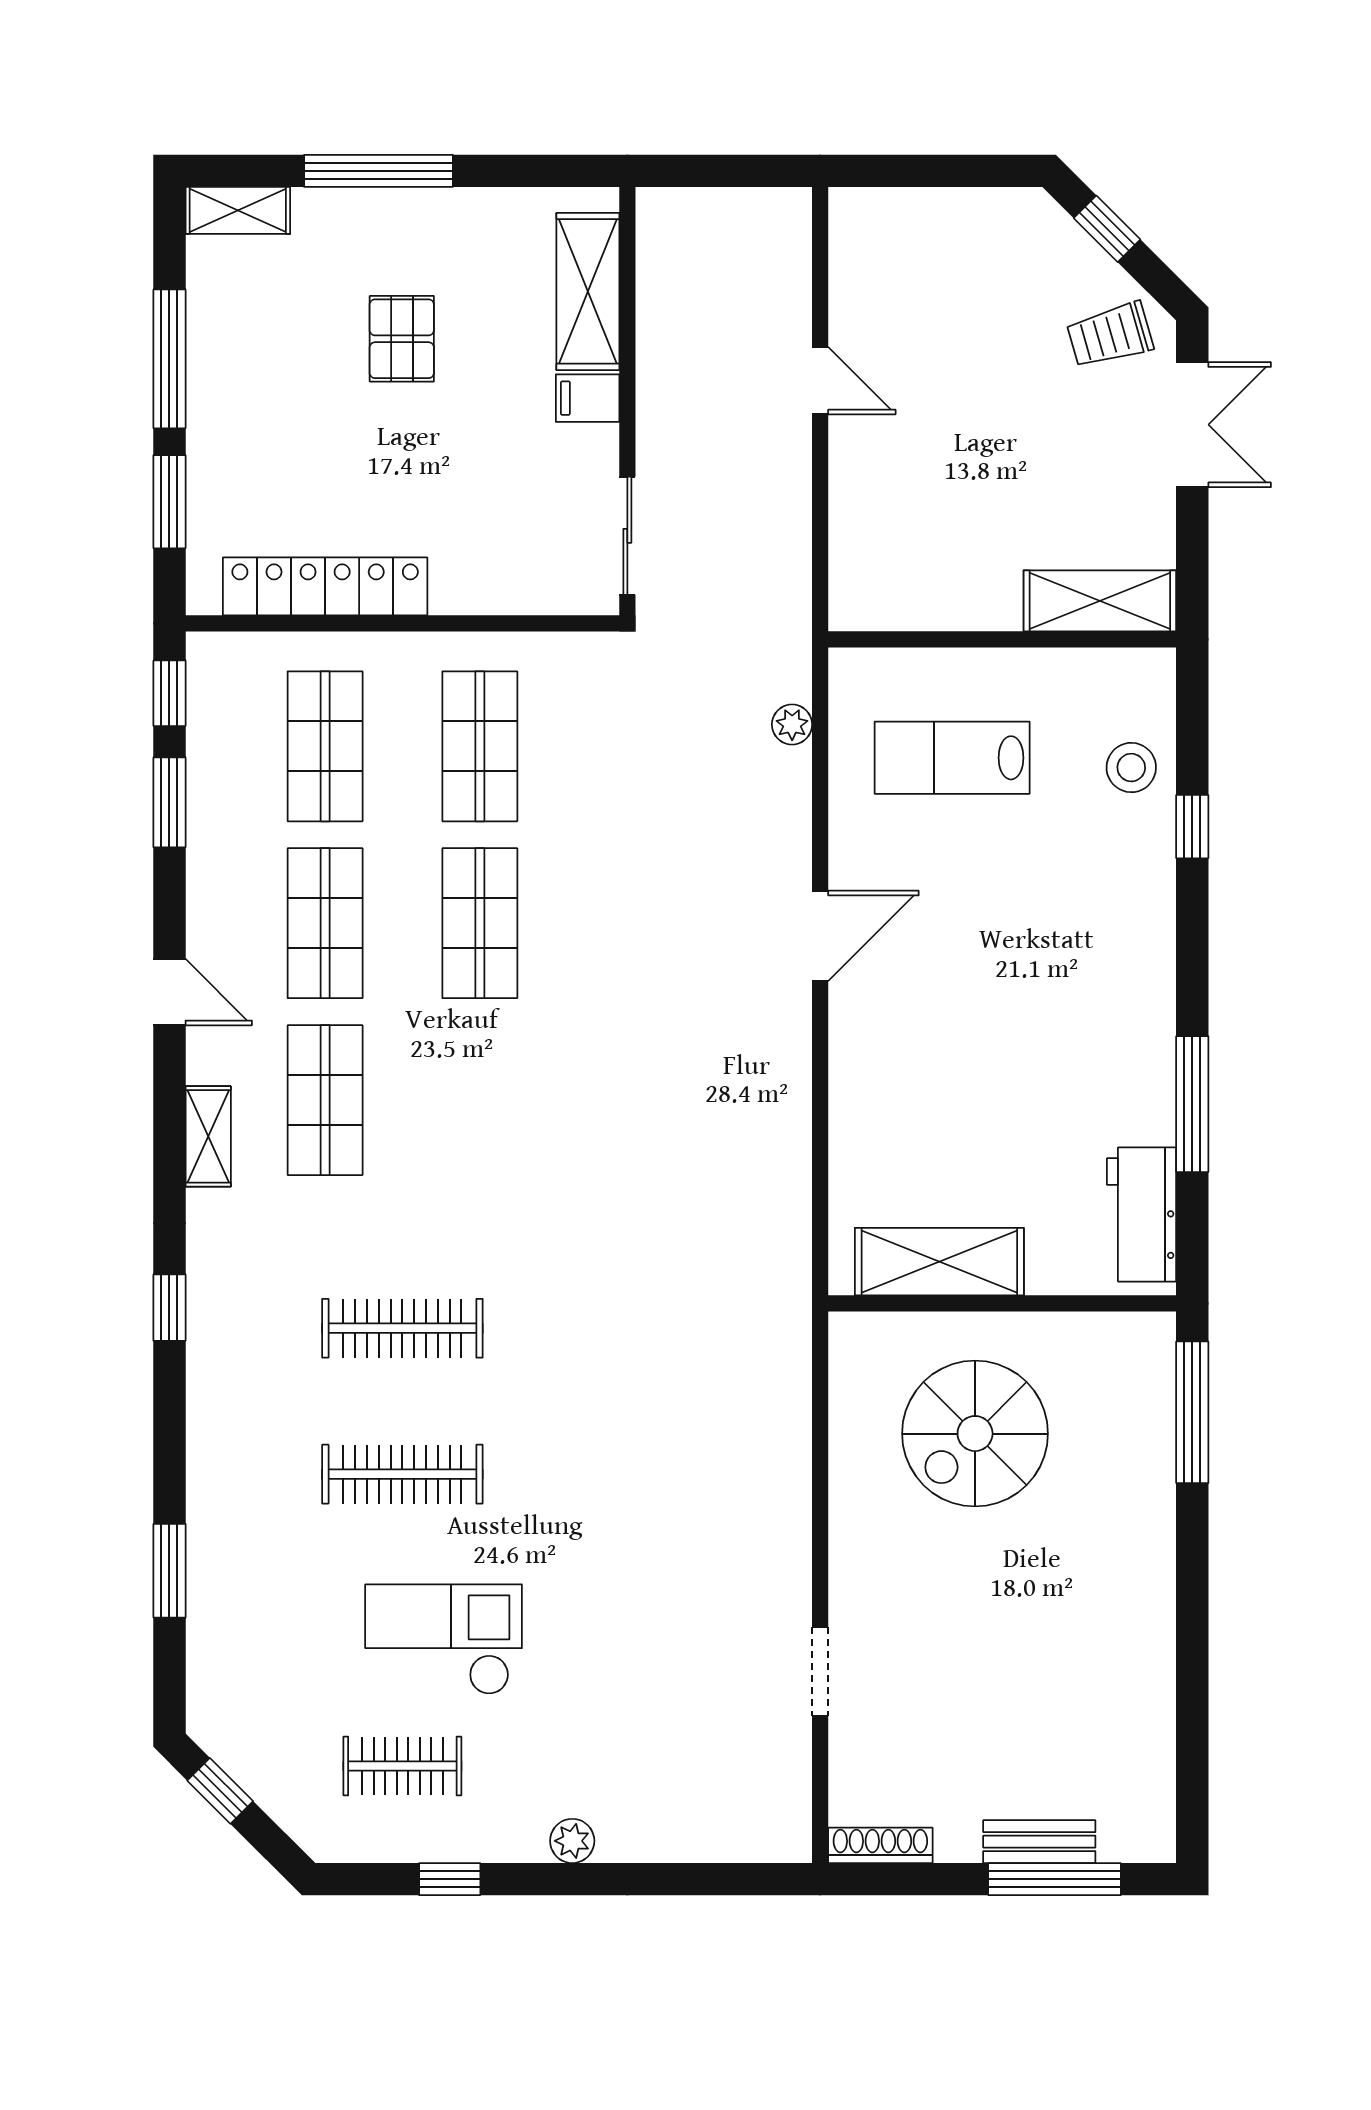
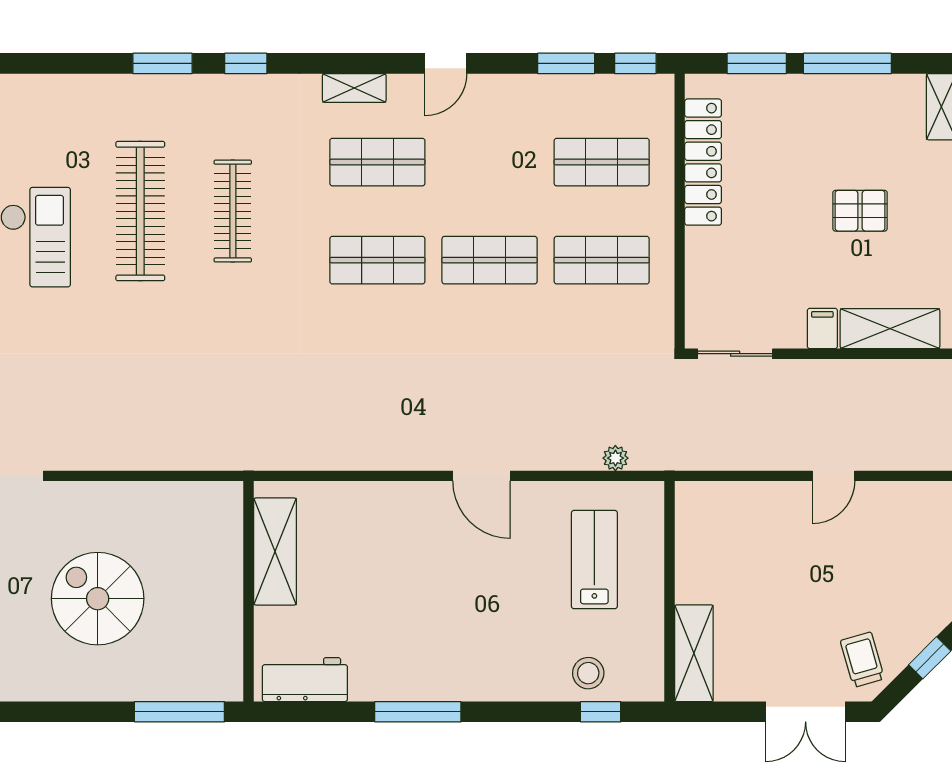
window: (1192, 827) -> (601, 712), moved
shop shelf: (325, 923) -> (377, 260), moved
window: (1192, 1104) -> (418, 712), moved
spiral stairs: (975, 1434) -> (98, 599), moved
clothes rail: (402, 1474) -> (140, 211), width x1.37, depth x1.31
window: (169, 1571) -> (162, 63), moved

